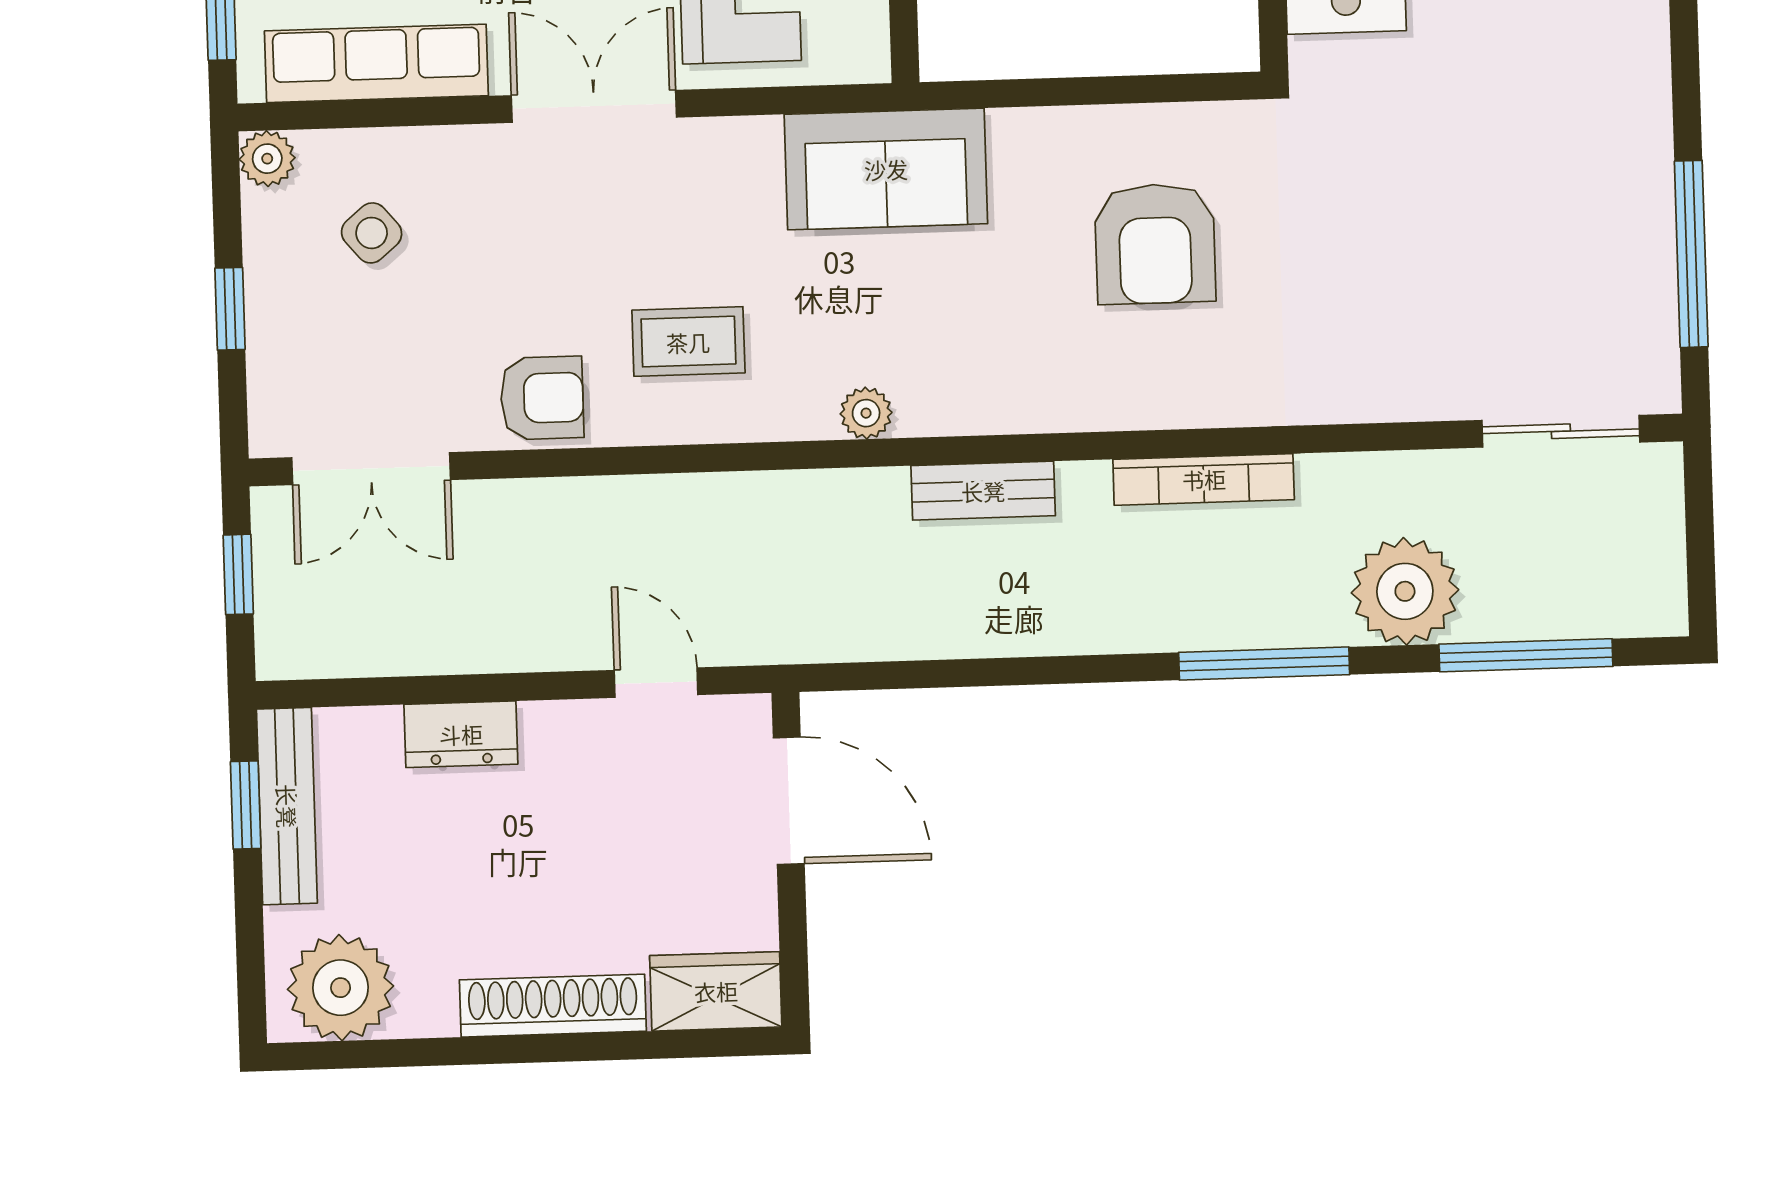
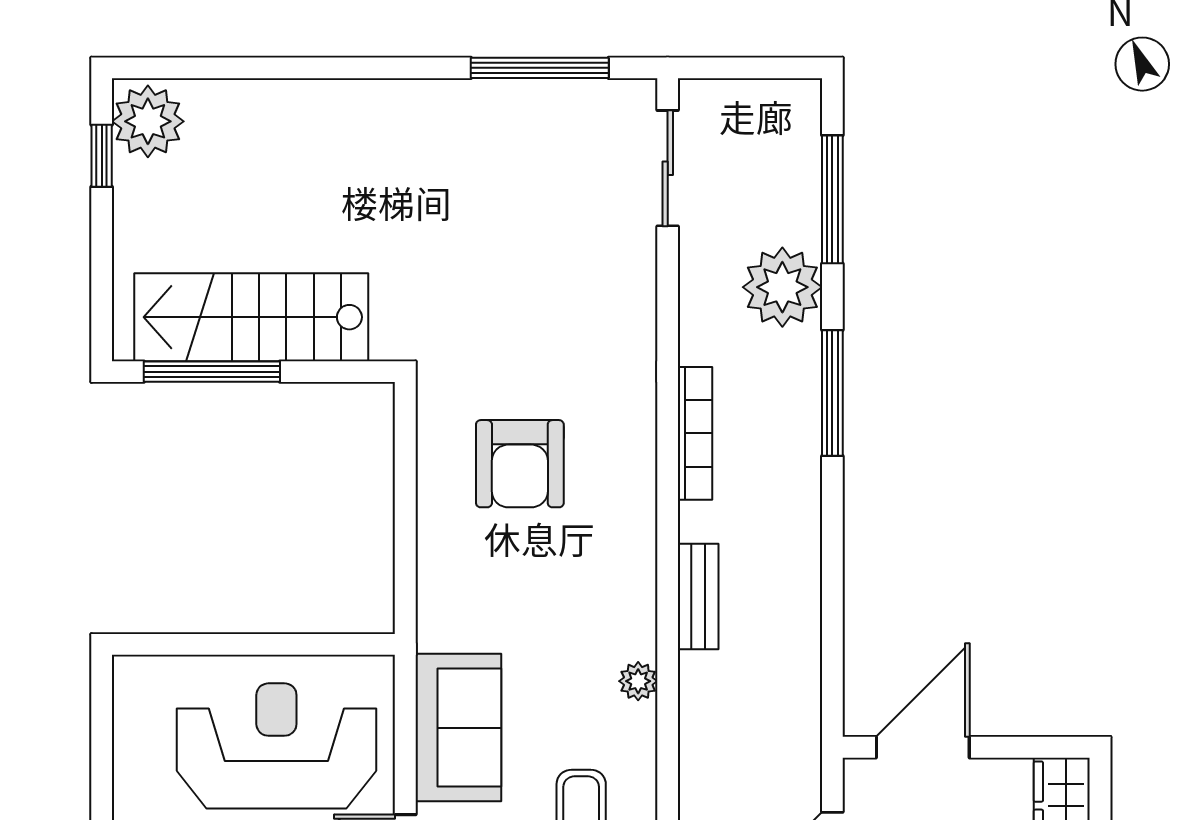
sofa: (886, 169) -> (458, 728), moved
armchair: (1155, 244) -> (520, 464), turned 90

